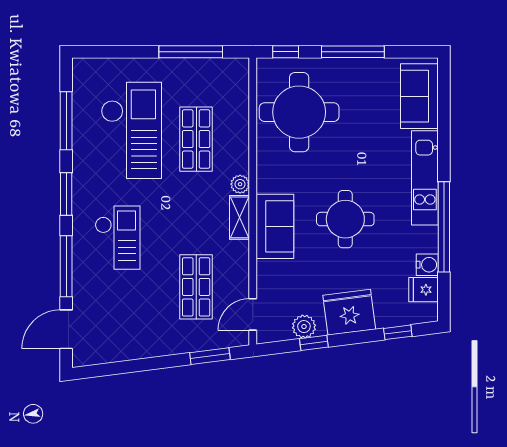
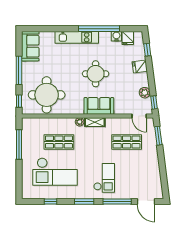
sofa: (419, 96) -> (30, 46), moved, turned -90
window: (66, 121) -> (51, 201), width x0.46
checkout: (131, 130) -> (55, 172), turned 180
checkout: (118, 238) -> (104, 178), turned 90
fridge: (349, 312) -> (140, 67), width x0.53, depth x0.75
window: (314, 343) -> (154, 102), moved

